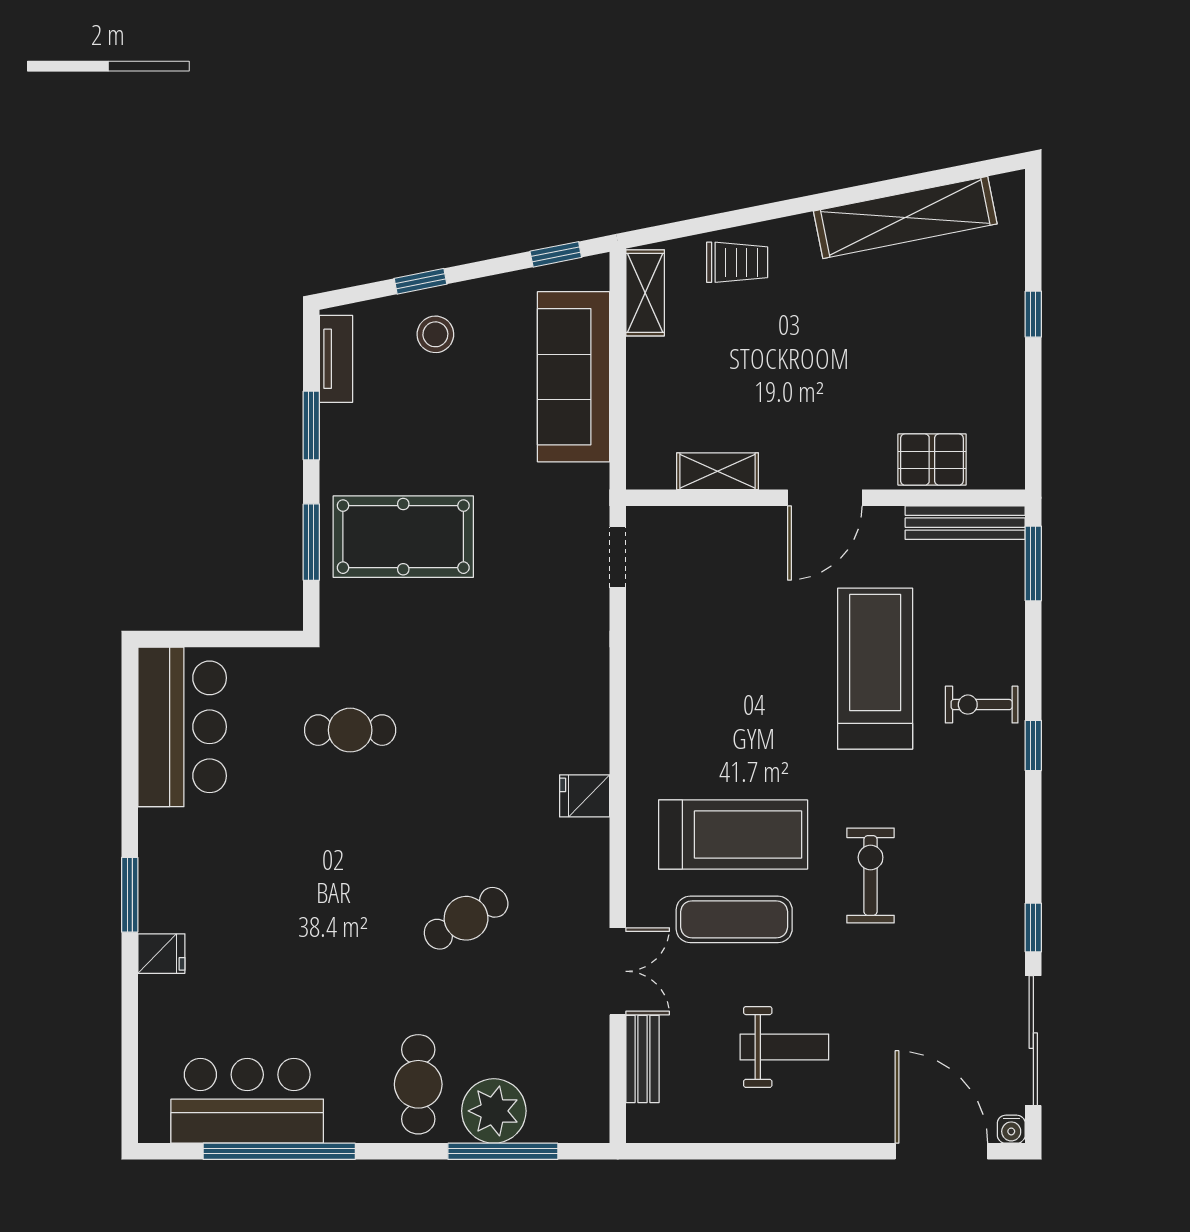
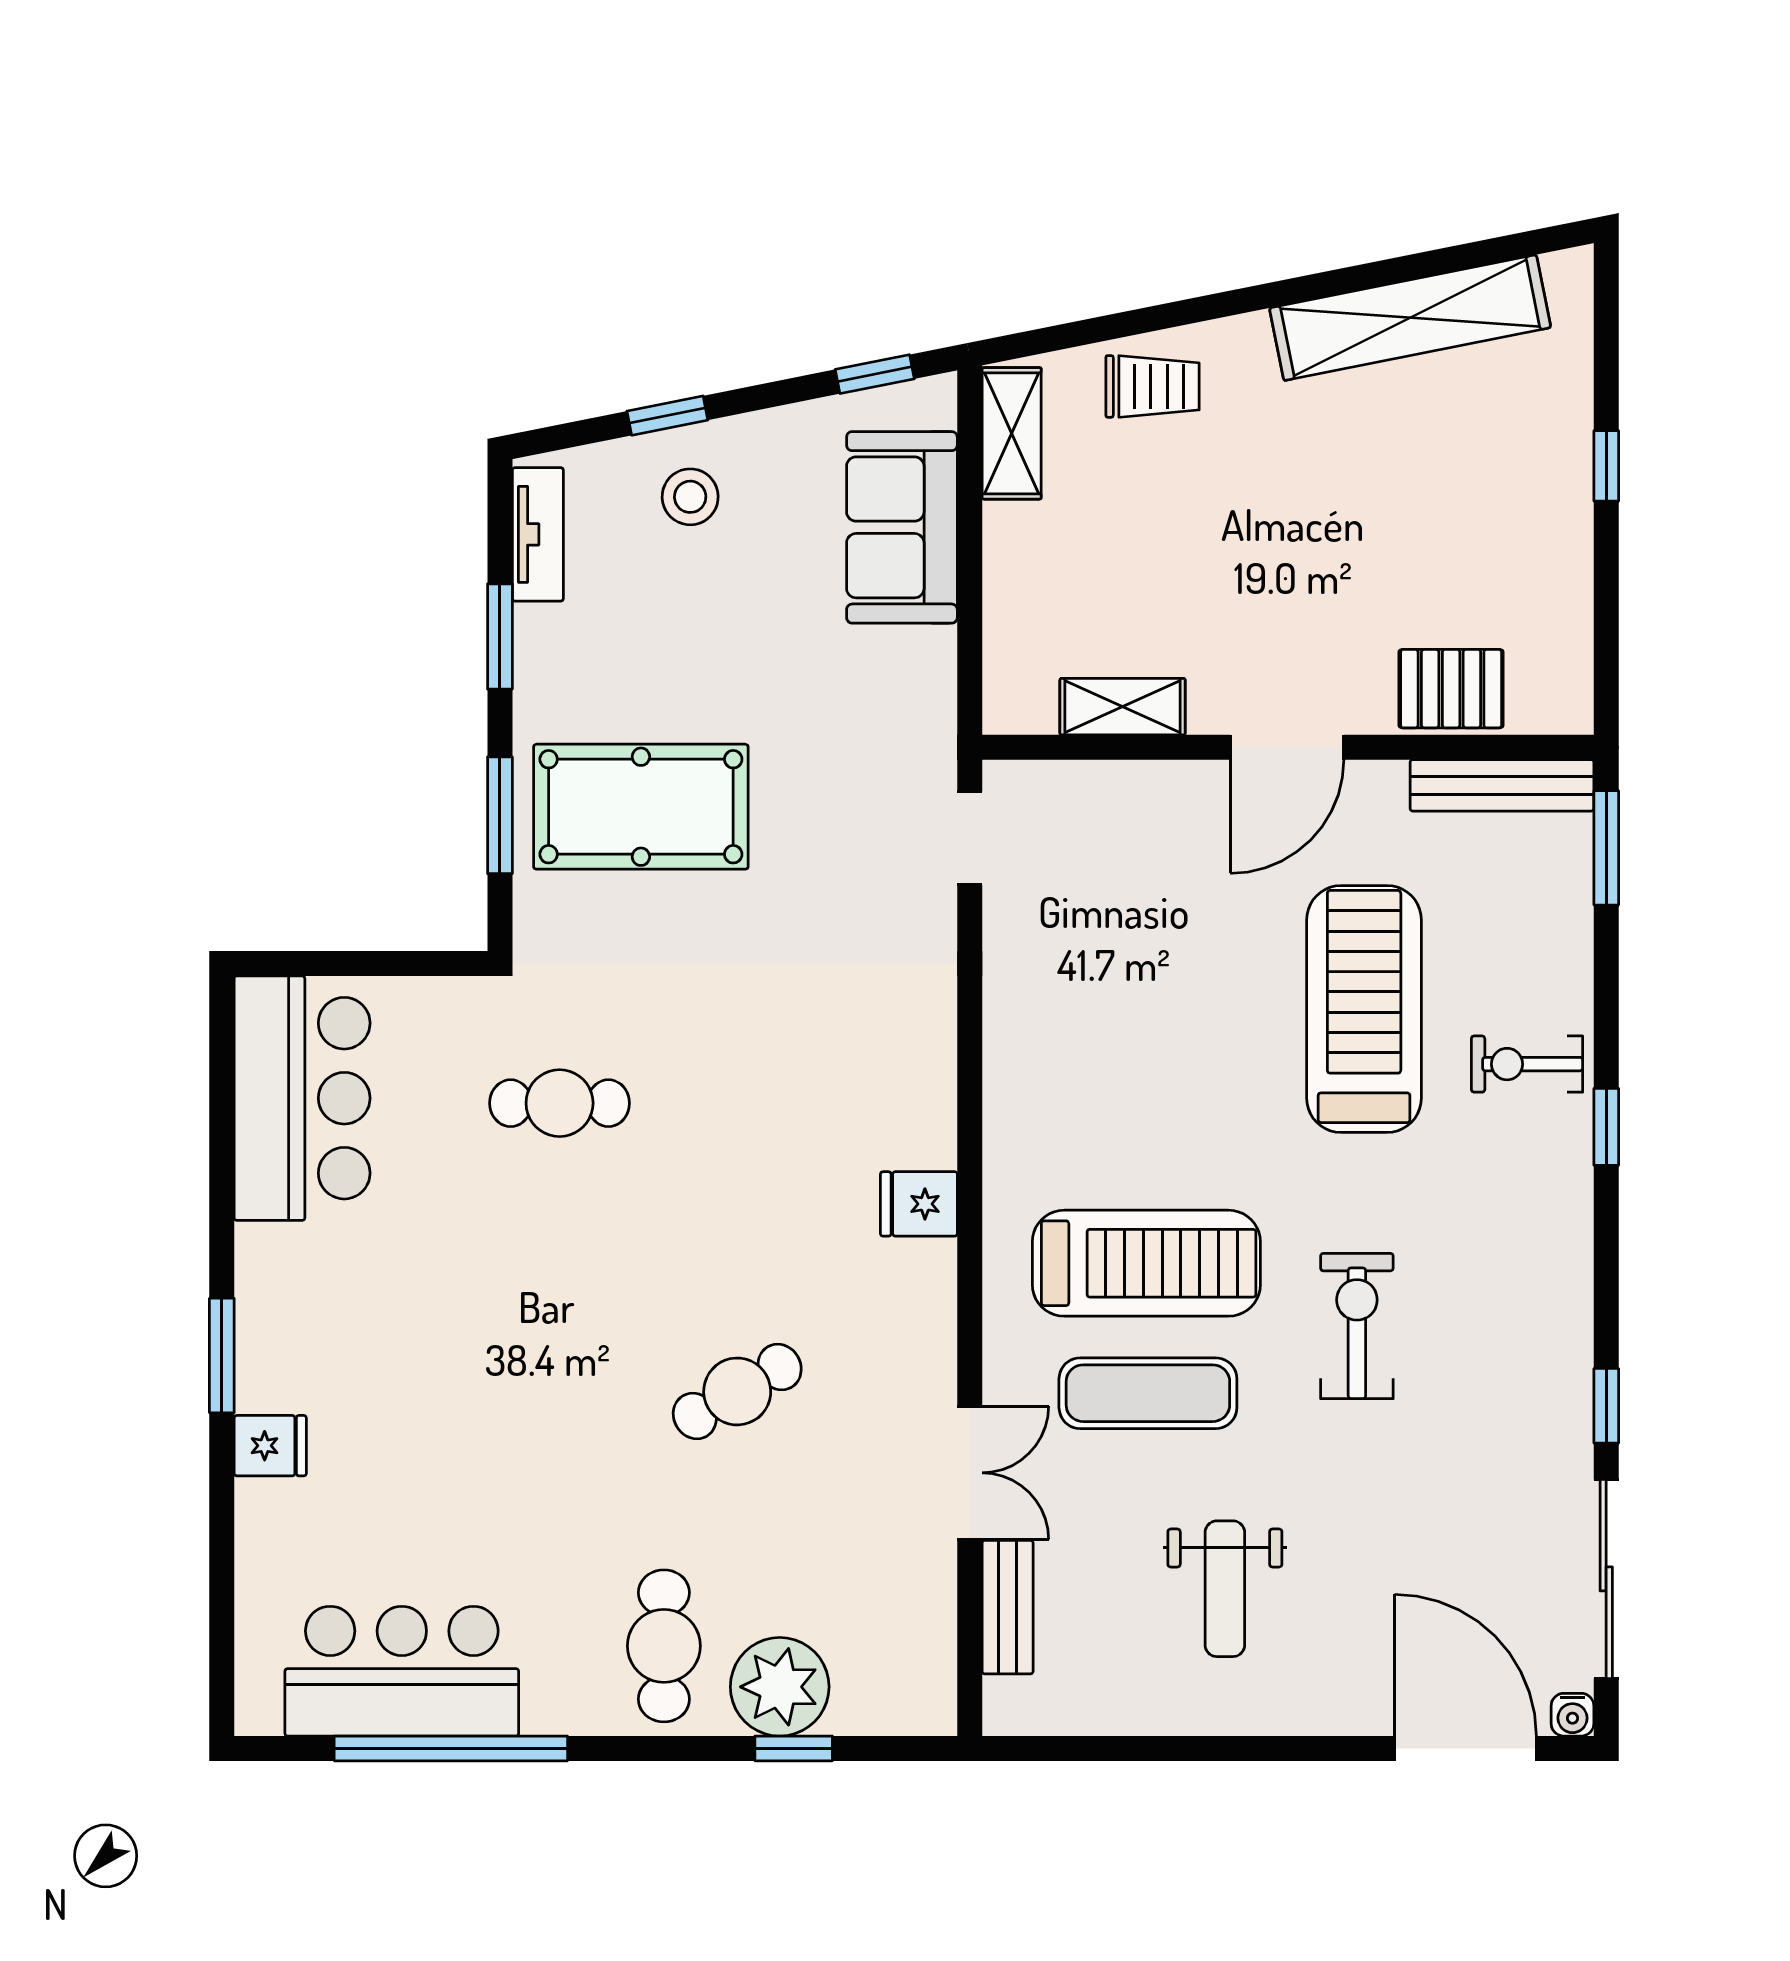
sofa: (574, 377) -> (902, 527), width x0.73
weight bench: (784, 1047) -> (1225, 1589), turned 90
window: (503, 1151) -> (794, 1748), width x0.46

